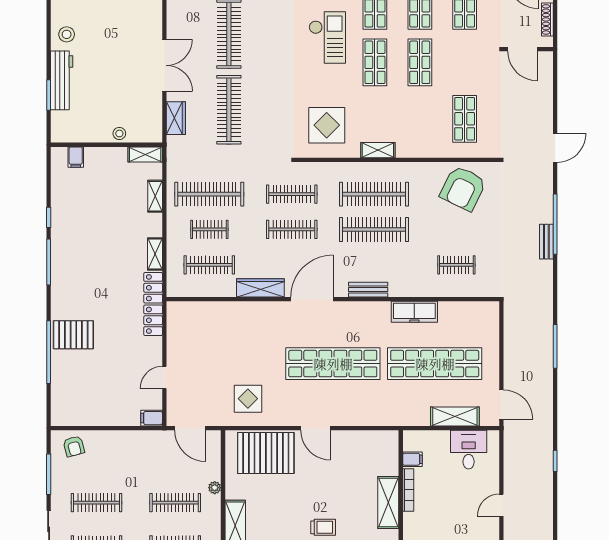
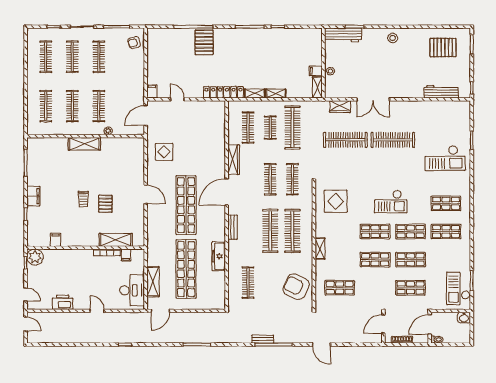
workbench: (62, 80) -> (343, 35), moved
shelving: (378, 150) -> (320, 248), moved
filing cabinet: (76, 157) -> (316, 71), moved
shelving: (155, 196) -> (276, 94), moved
clothes rail: (456, 265) -> (248, 283), width x1.36
door: (312, 299) -> (227, 192), swing flipped
door: (316, 428) -> (146, 194), swing flipped
desk: (469, 450) -> (132, 290), width x1.37
pallet: (266, 453) -> (105, 204), moved, width x0.49, depth x0.50
shelving: (388, 502) -> (116, 240), moved

